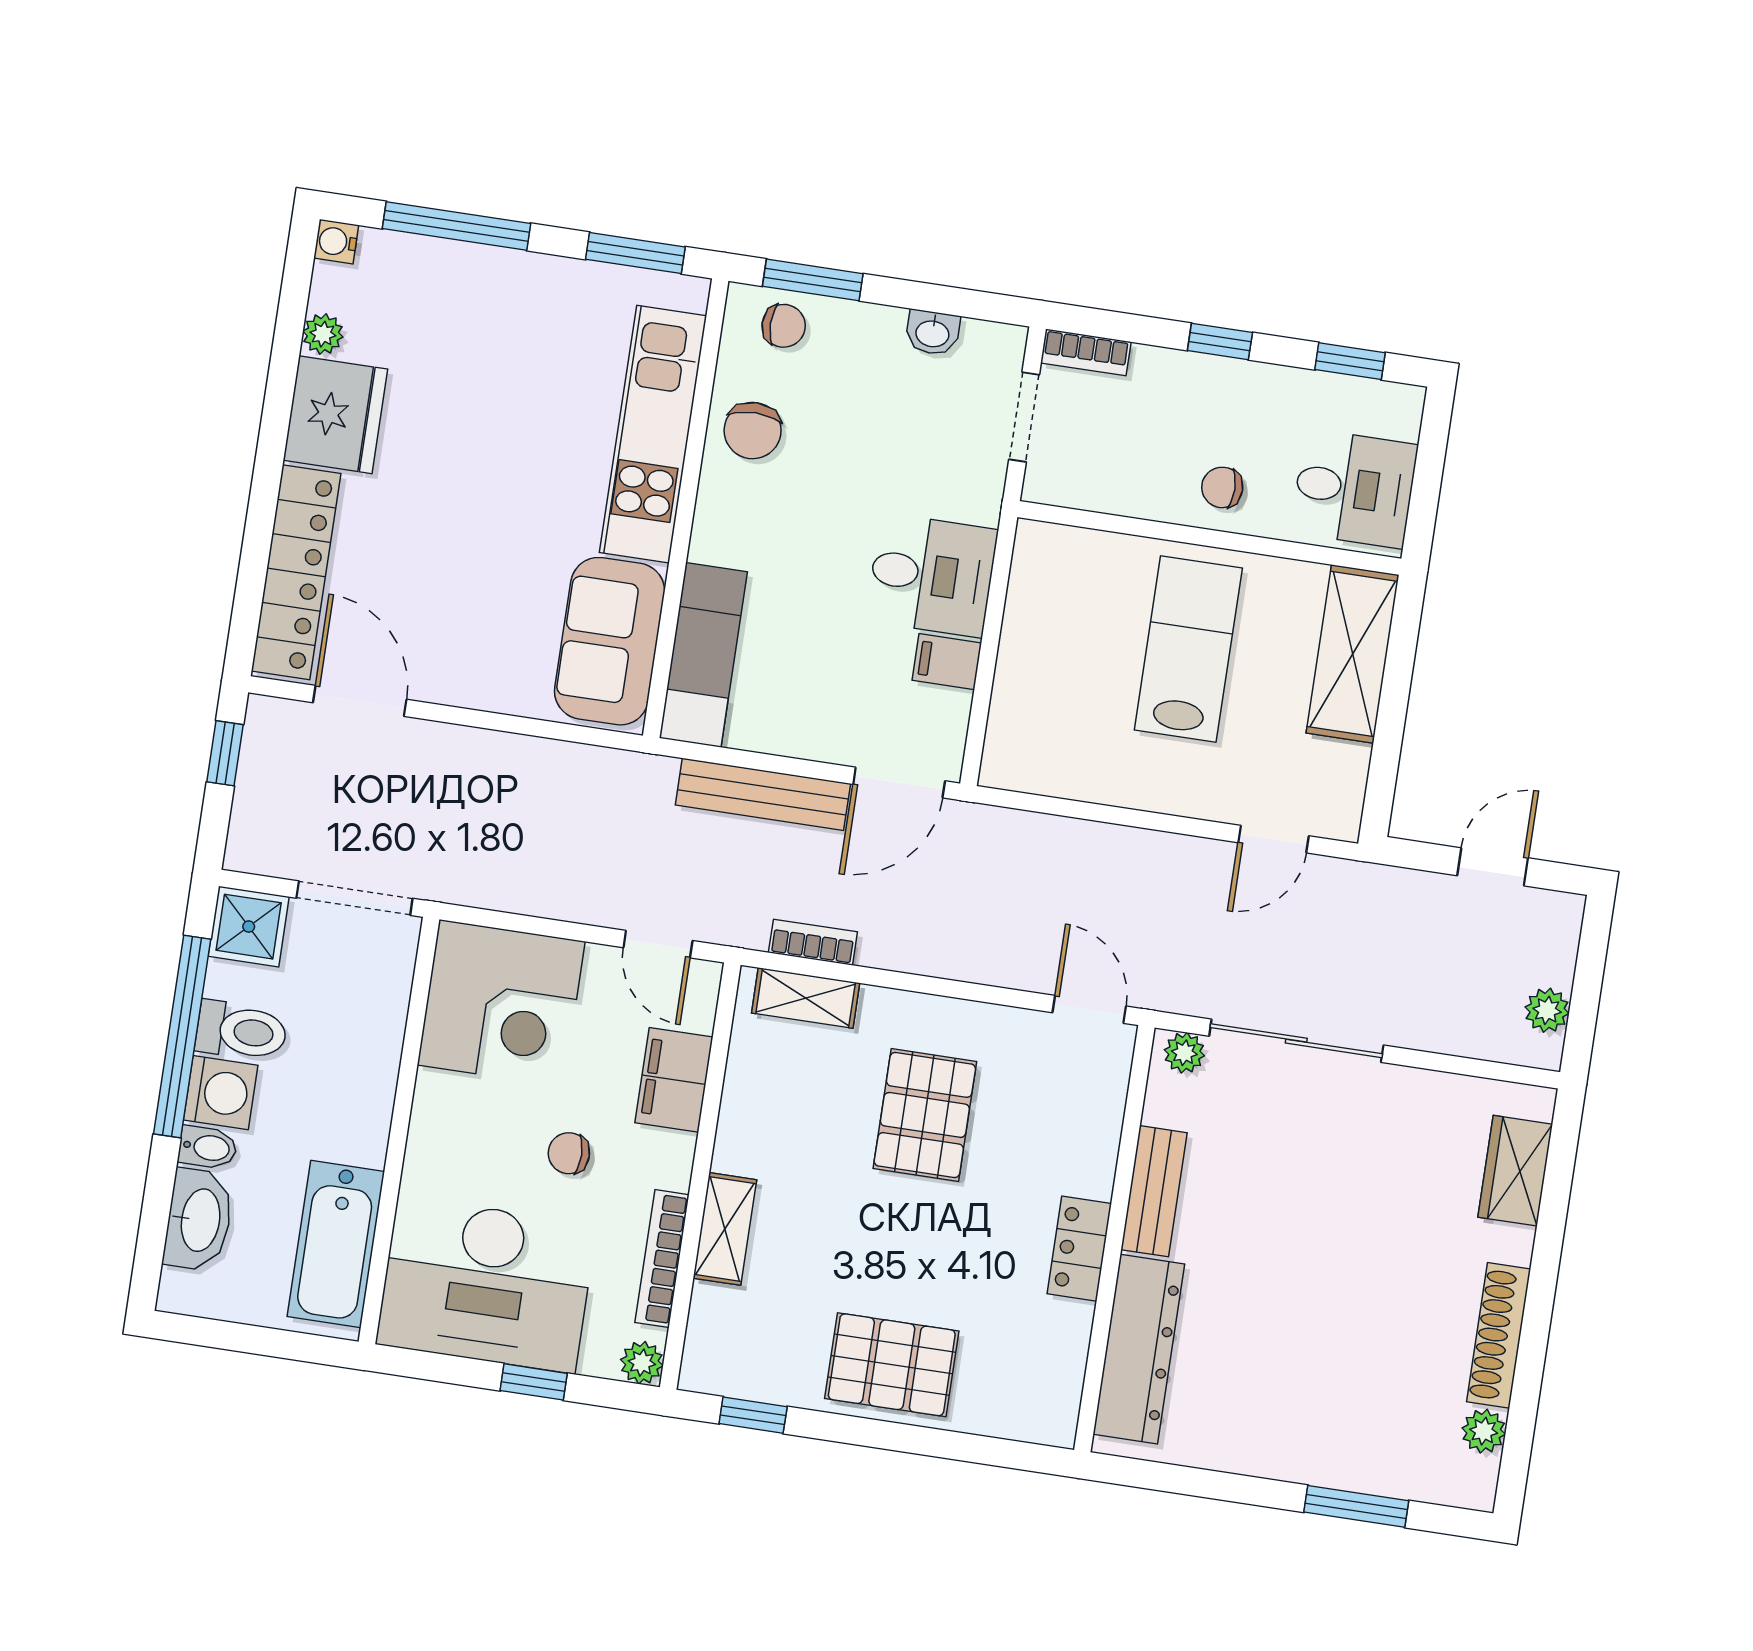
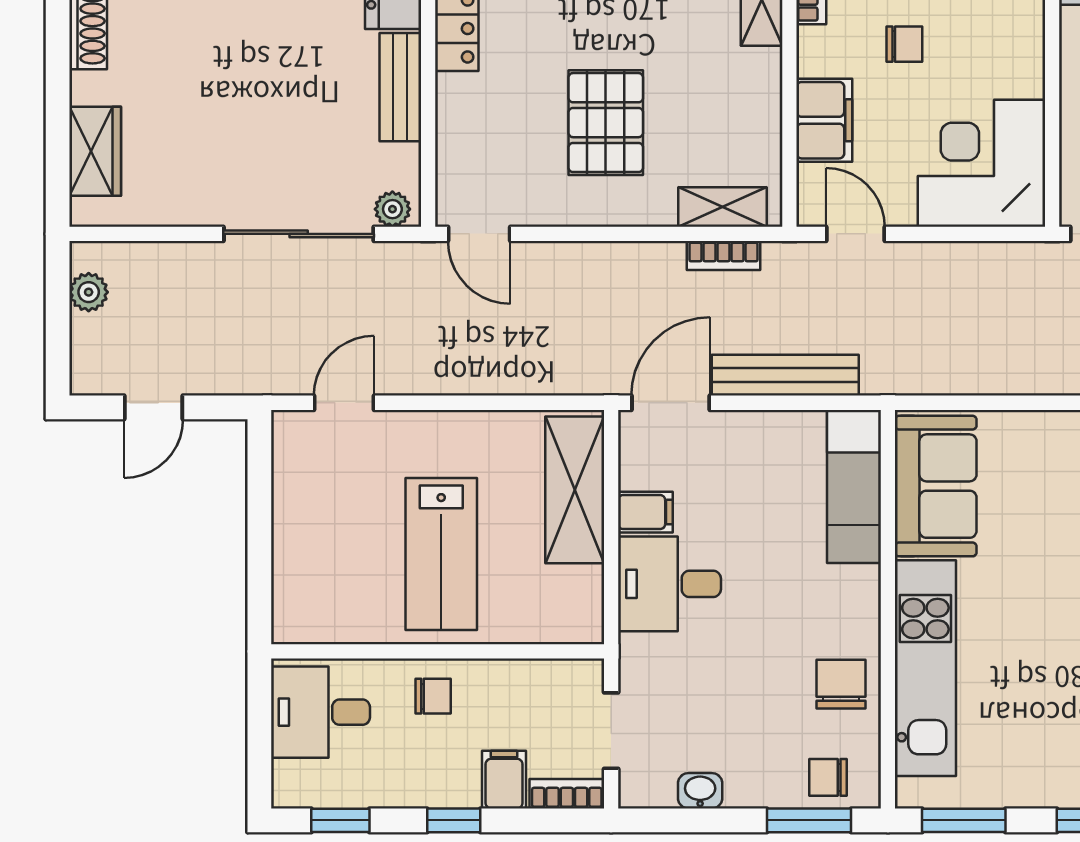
filing cabinet: (1155, 379) -> (504, 780), added
shelving: (1353, 654) -> (575, 490), moved

